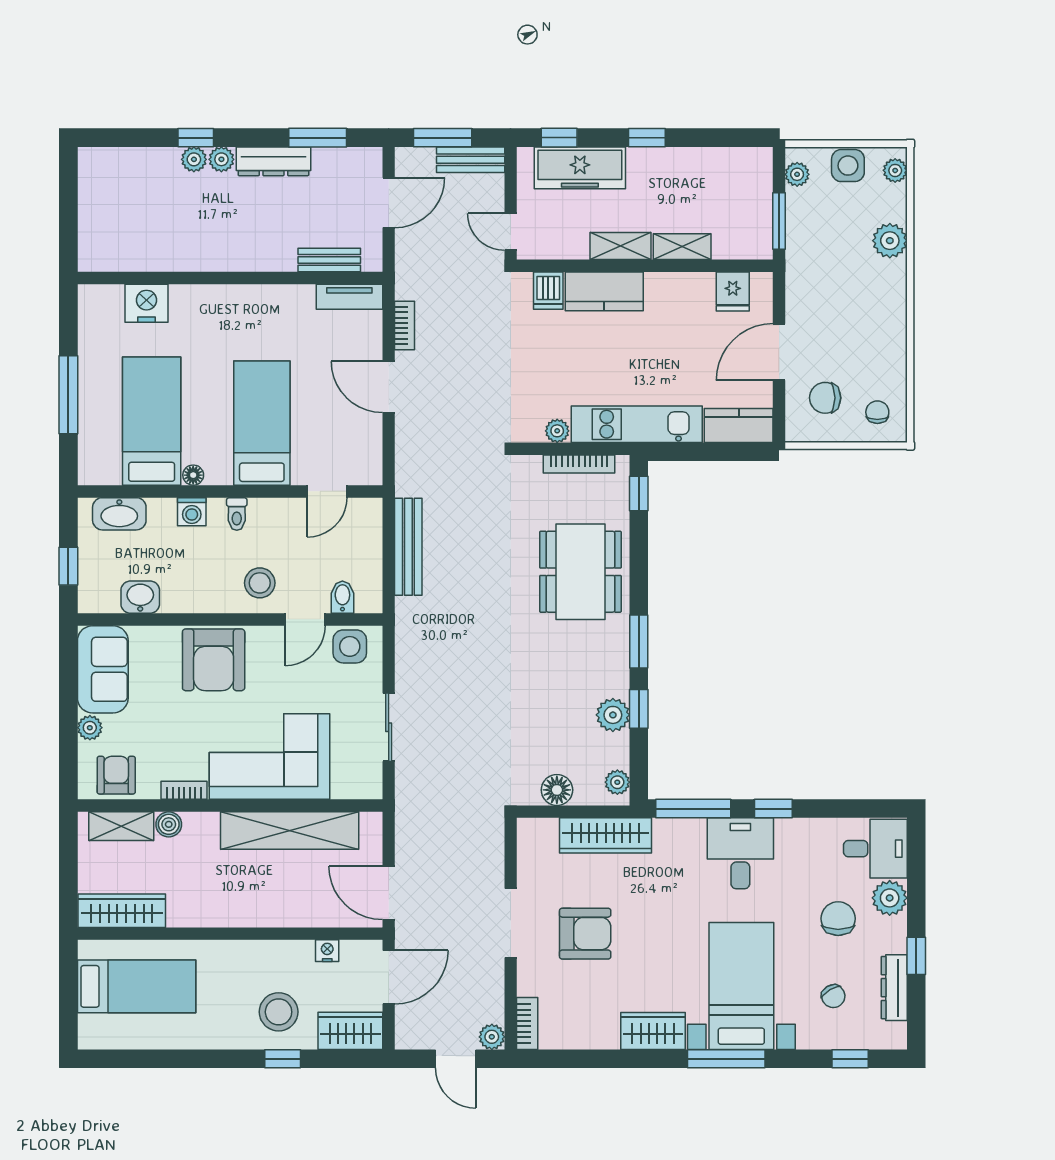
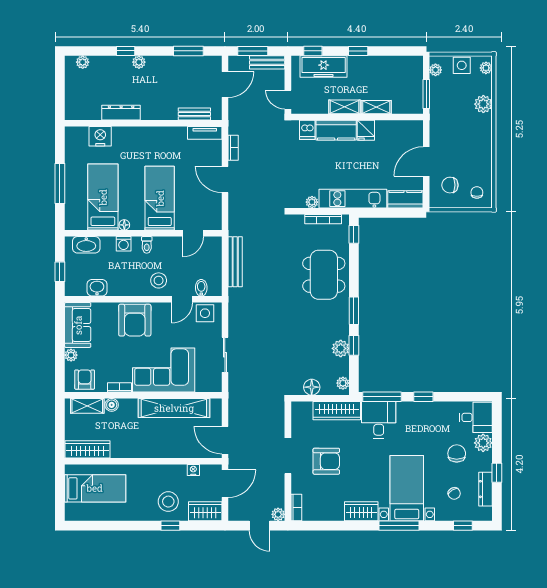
plant: (194, 159) -> (83, 62), moved
dresser: (273, 161) -> (121, 113), moved, turned 180
fridge: (733, 291) -> (366, 130), moved
desk: (740, 853) -> (379, 420), moved

